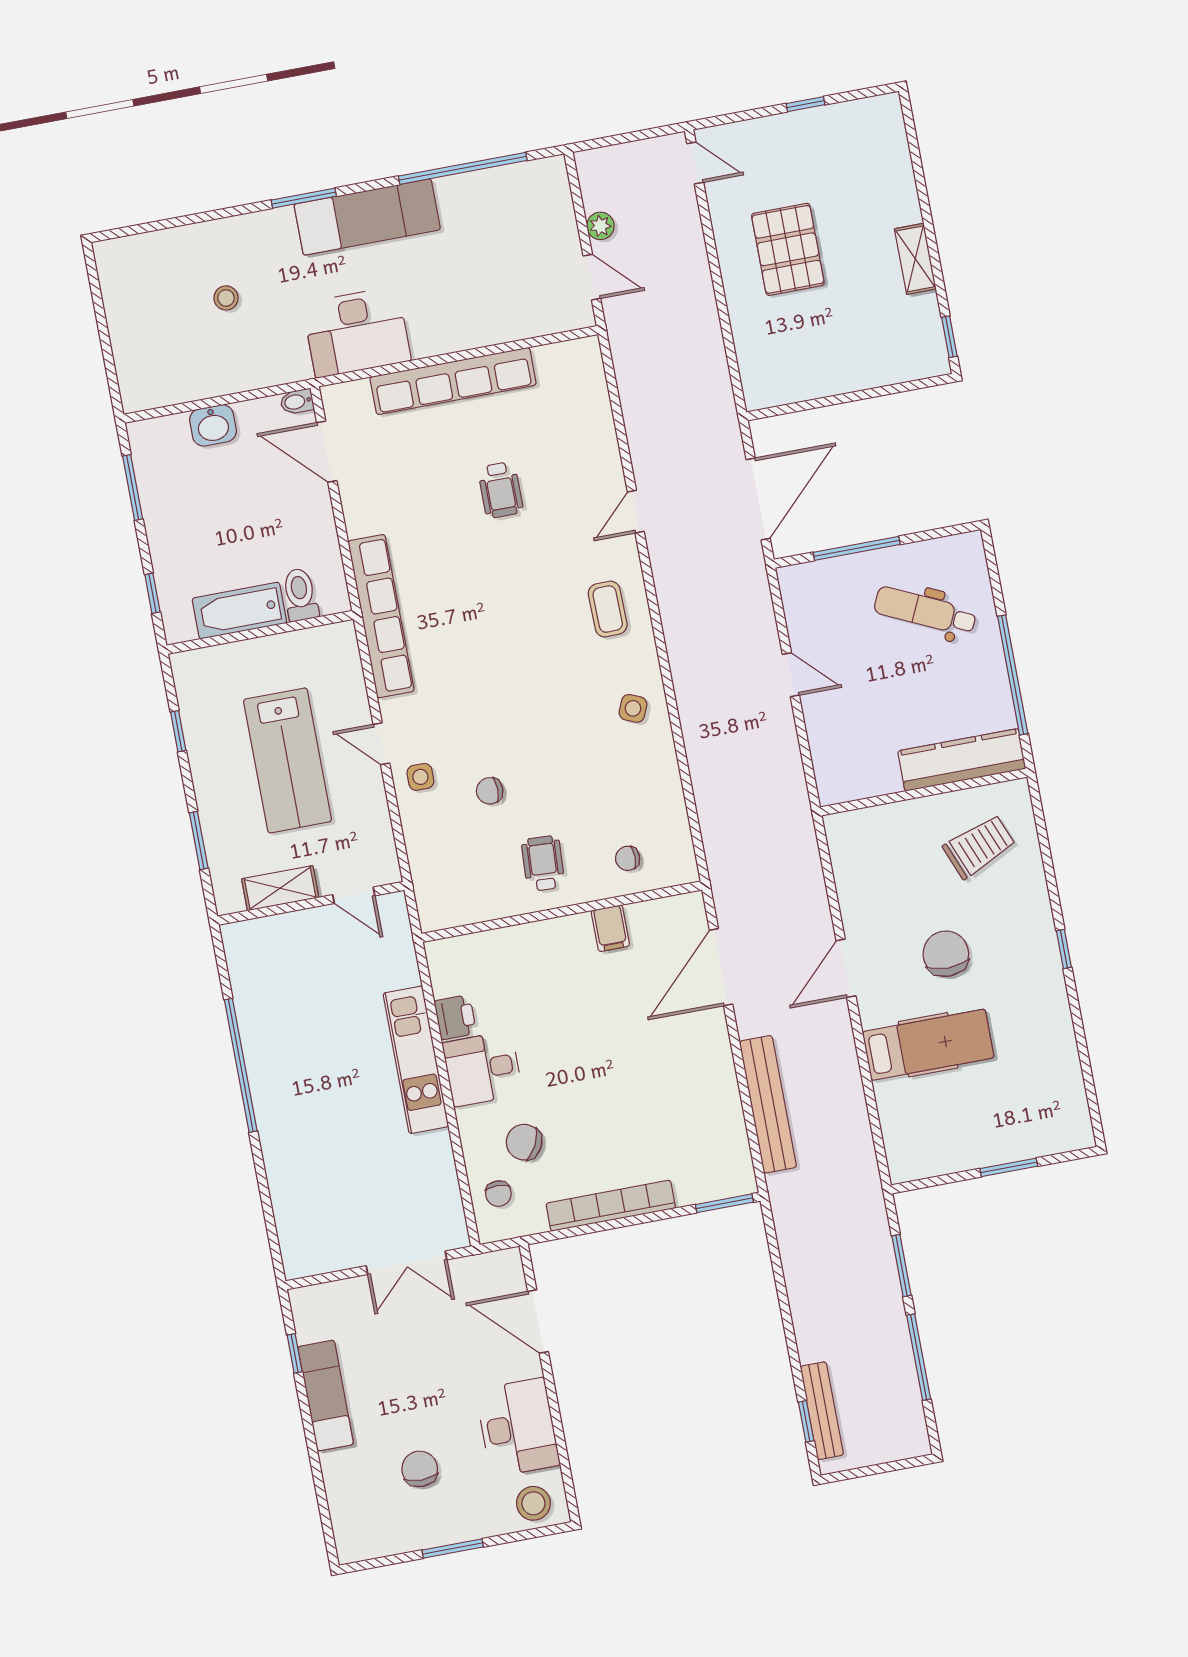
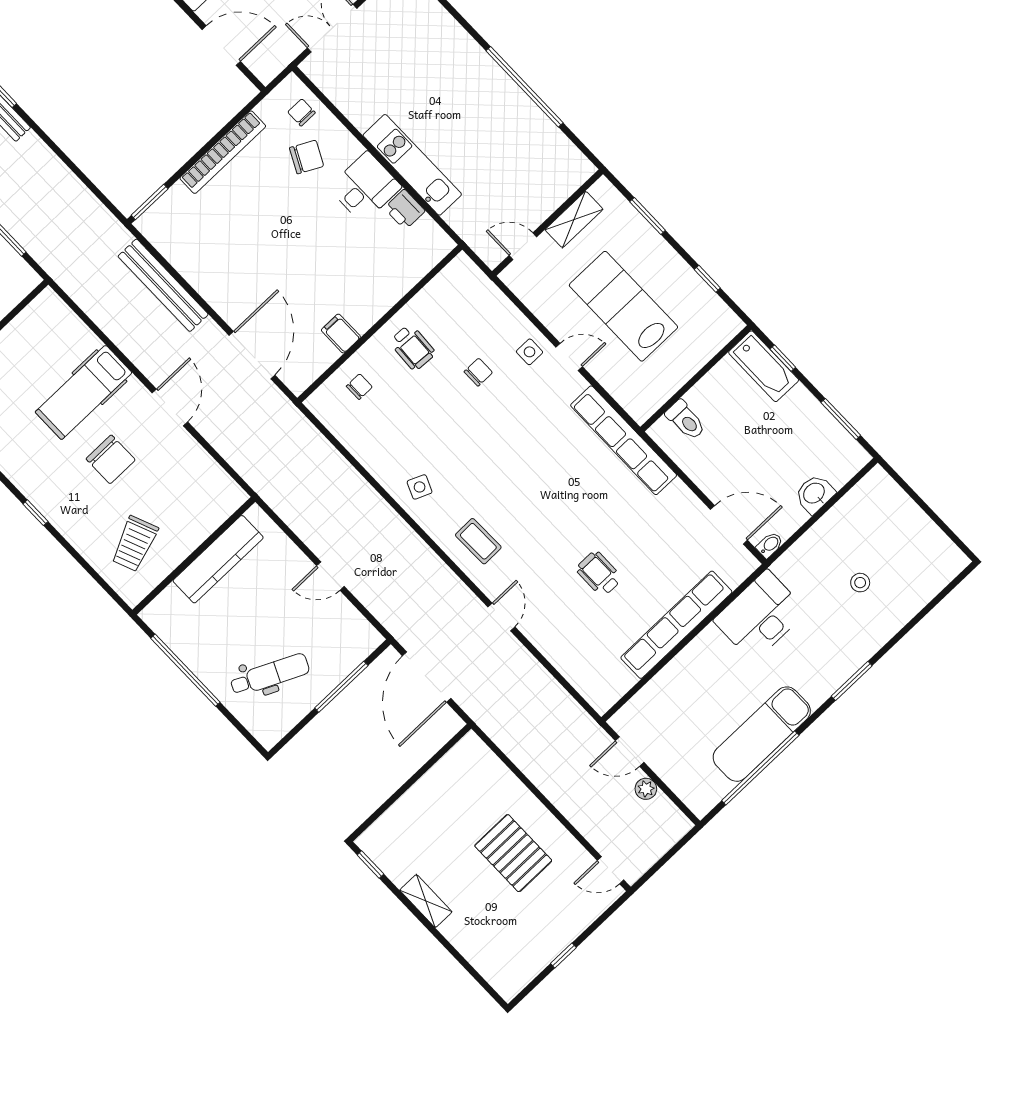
exam couch: (367, 217) -> (762, 734), moved
bathtub: (239, 611) -> (764, 366), moved, turned 90
kitchen counter: (962, 760) -> (218, 559), moved

